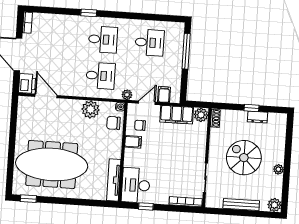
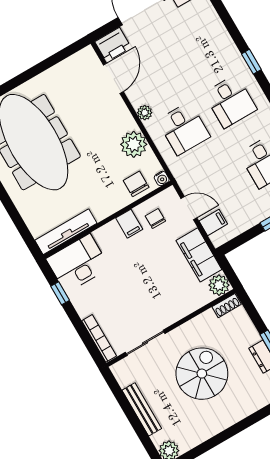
plant: (127, 95) -> (145, 113), moved
plant: (278, 169) -> (216, 426), removed

